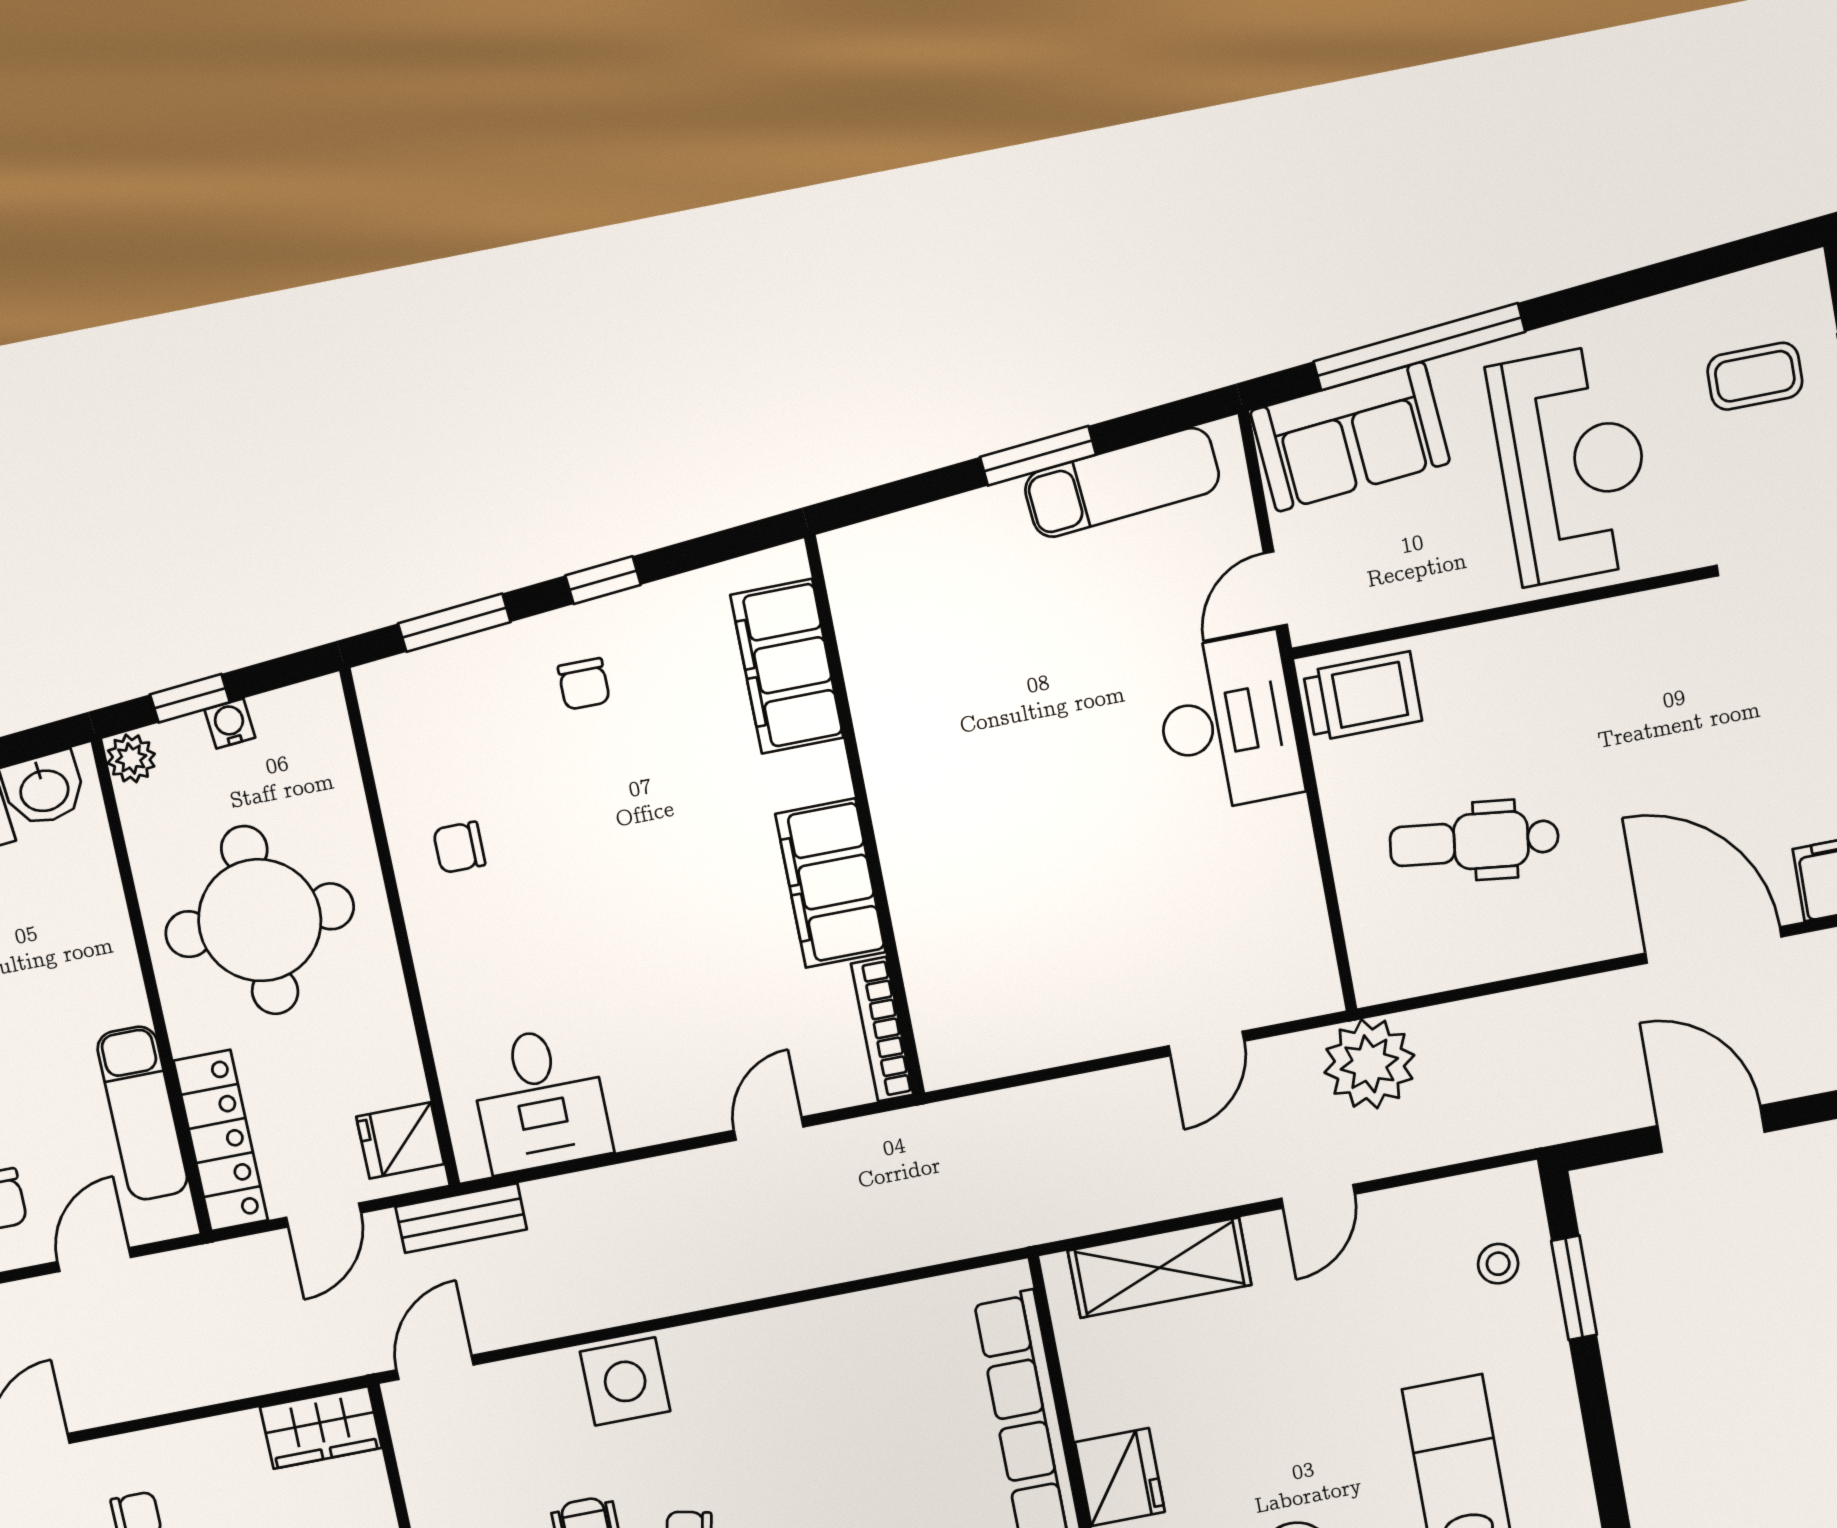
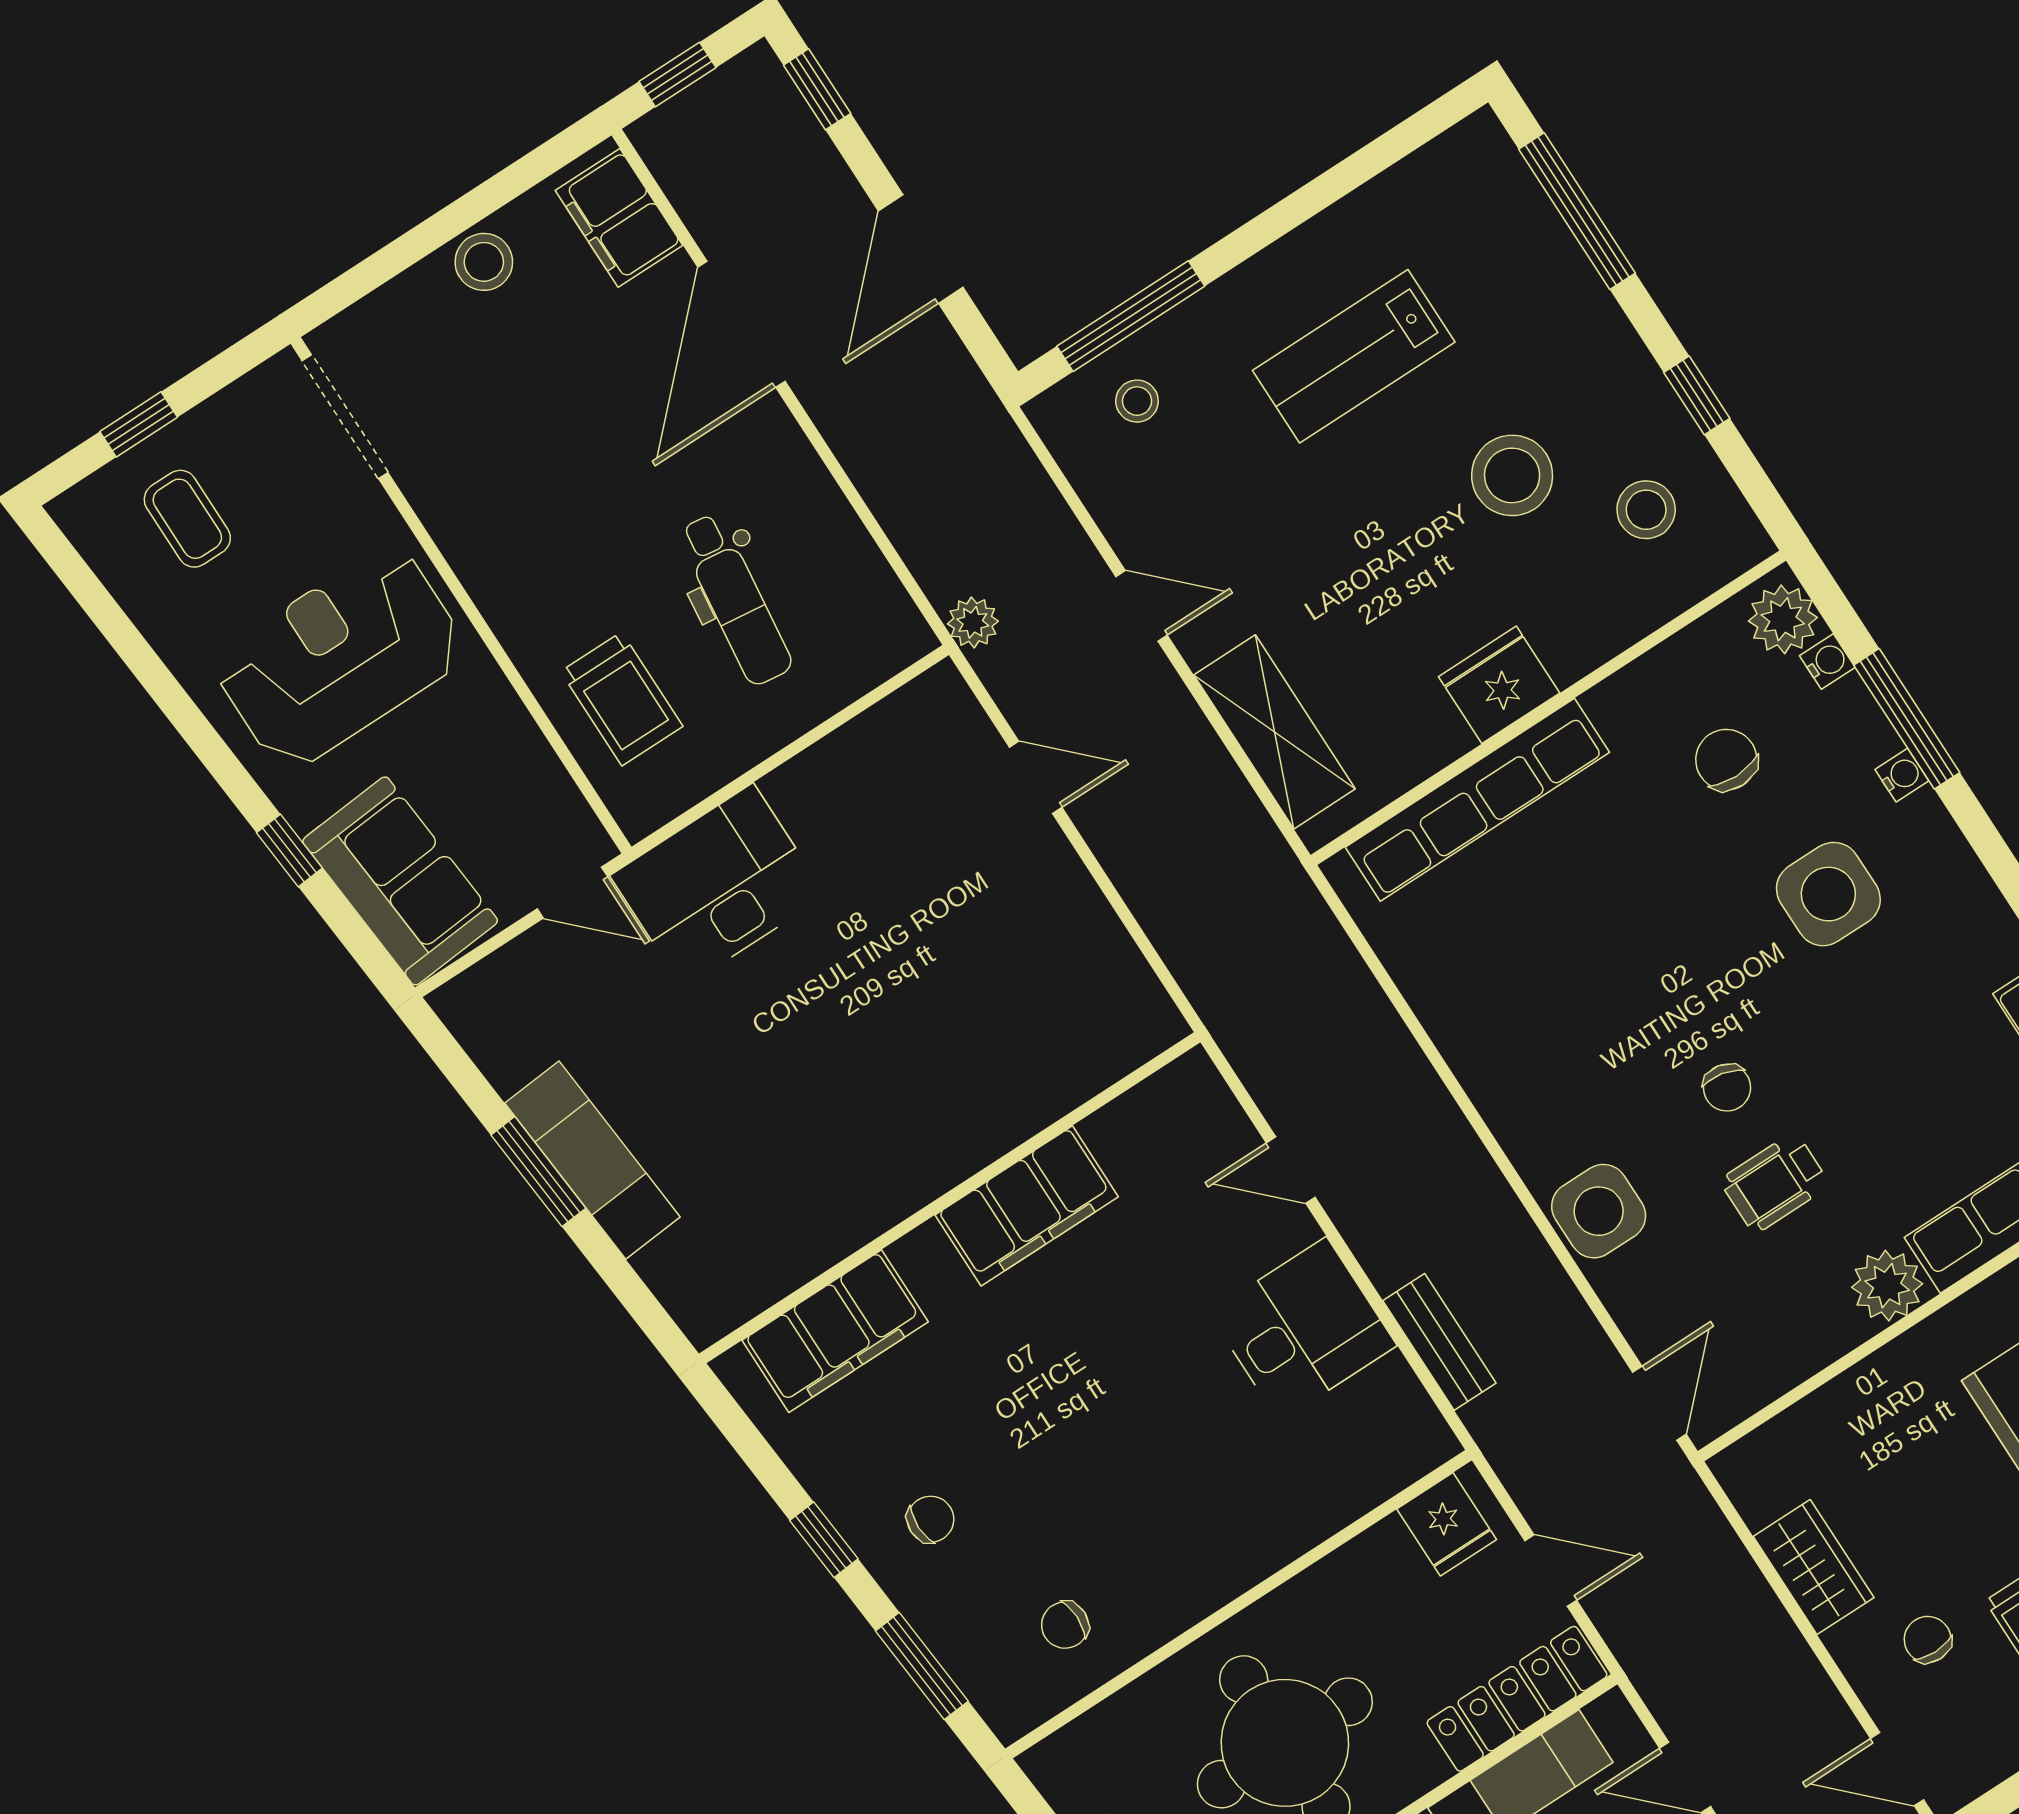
window: (1419, 347) -> (289, 850), width x0.32
exam couch: (1122, 483) -> (592, 1160), moved
trolley: (1363, 696) -> (622, 699), moved, turned 180
chair: (459, 847) -> (1065, 1625), moved, turned 90
bookcase: (882, 1029) -> (1149, 1099), removed
plant: (1369, 1064) -> (973, 622), width x0.53, depth x0.53
desk: (540, 1099) -> (1303, 1329), moved
bench: (461, 1218) -> (1439, 1342), moved
window: (1574, 1288) -> (1131, 316), width x1.44
door: (435, 1367) -> (1659, 1403), swing flipped
wardrobe: (321, 1427) -> (1814, 1567), moved

